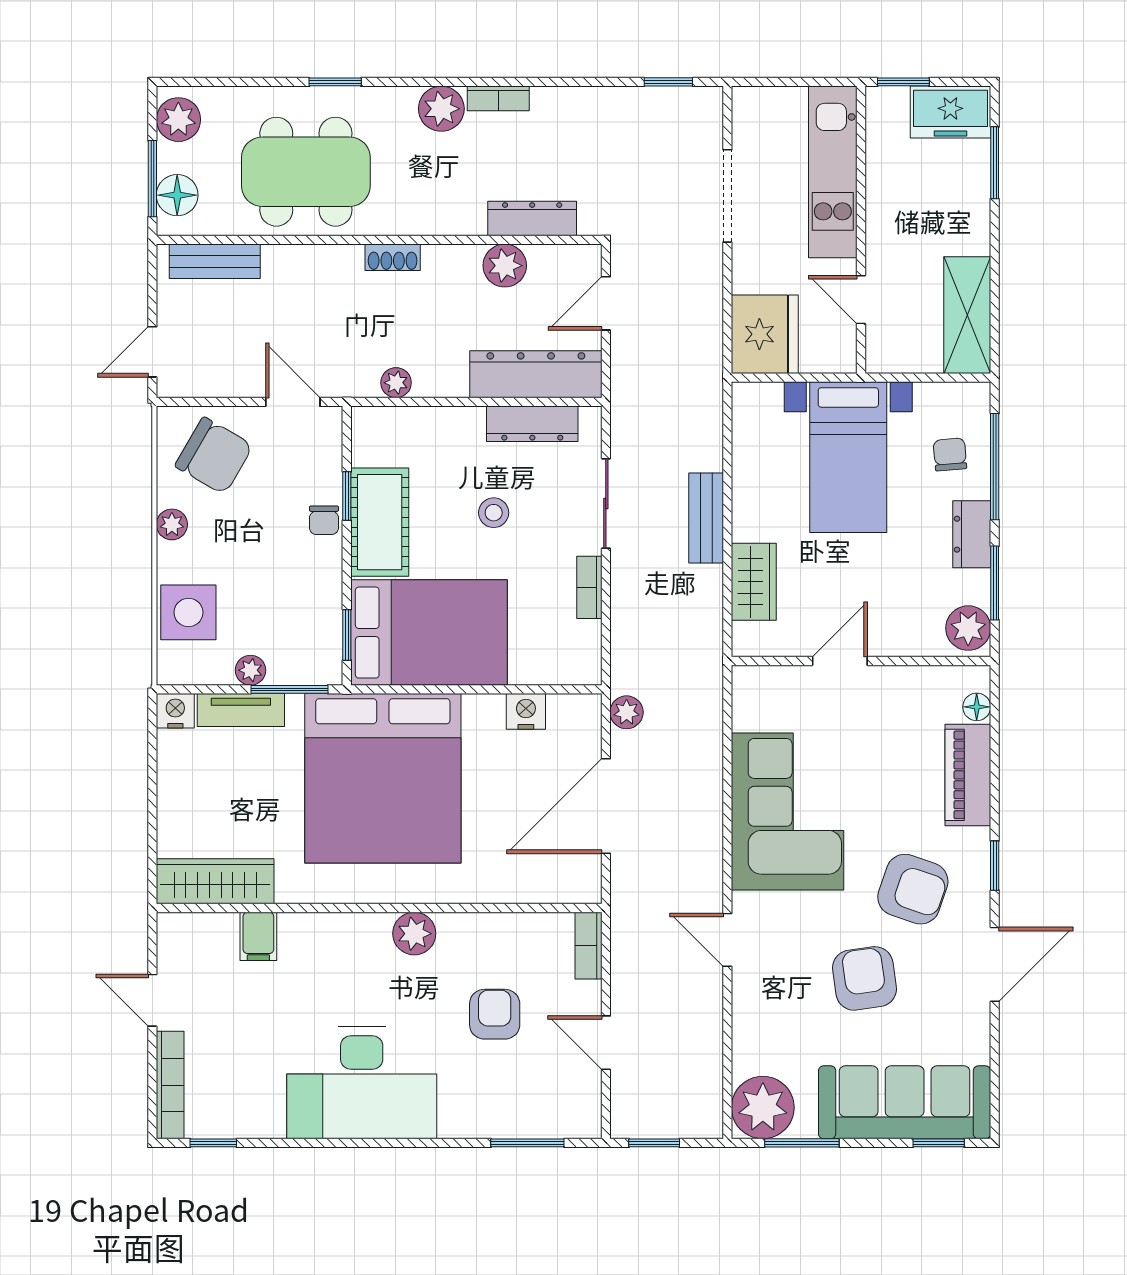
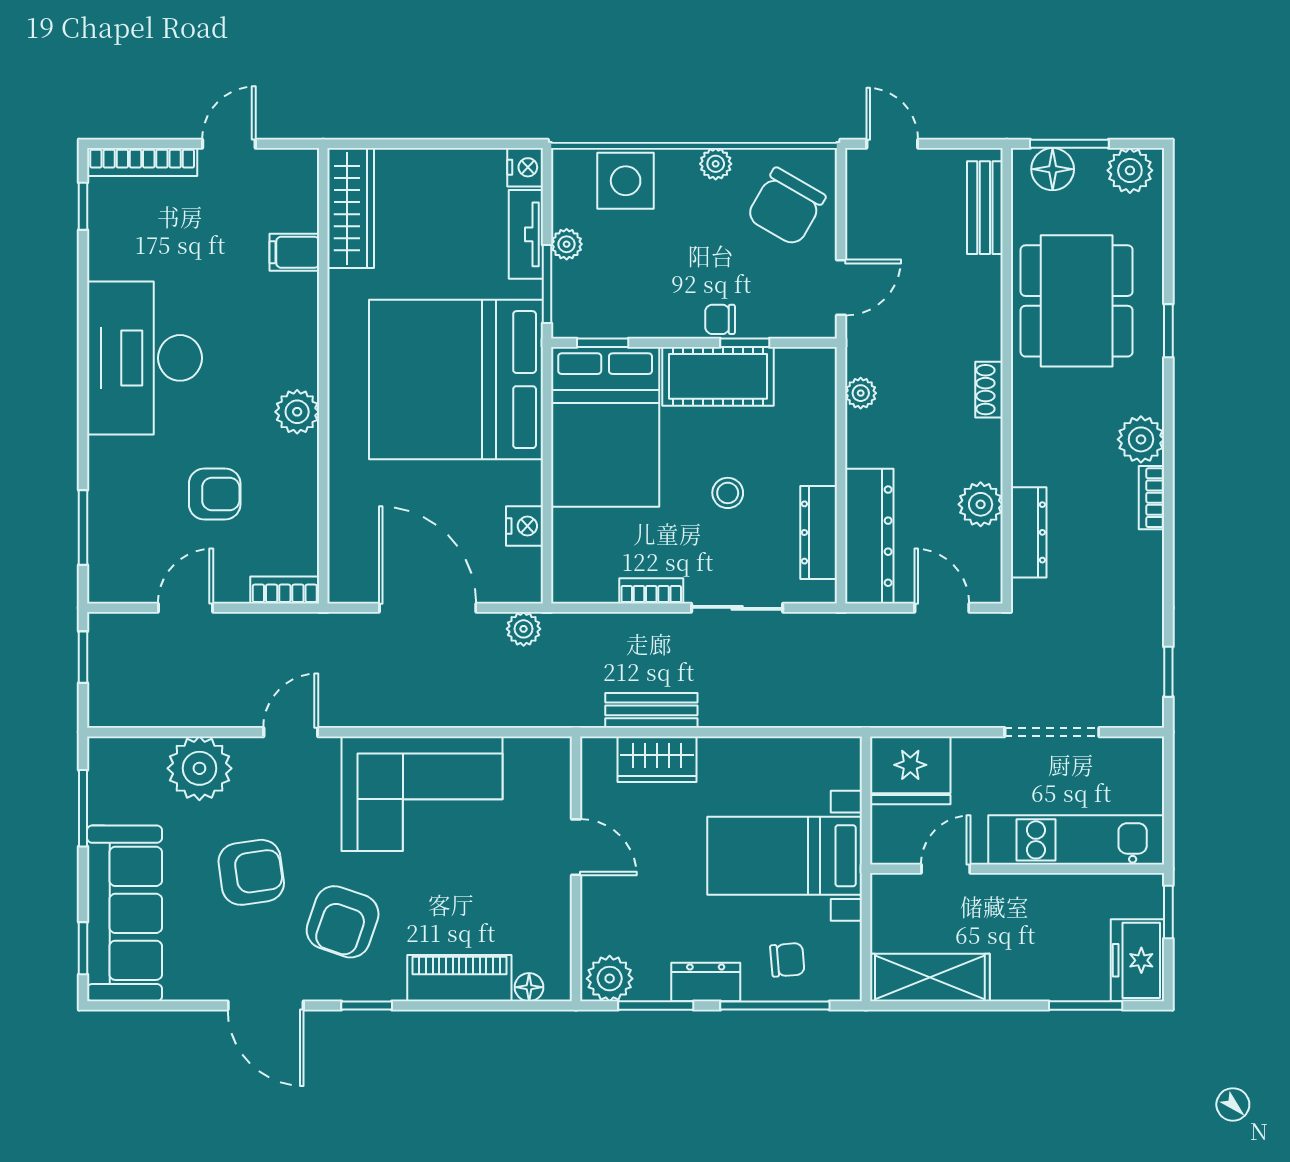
bench: (706, 518) -> (651, 710), moved
plant: (763, 1108) -> (199, 768), moved

